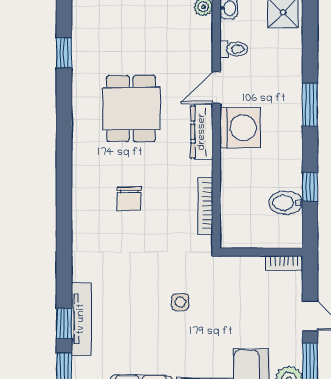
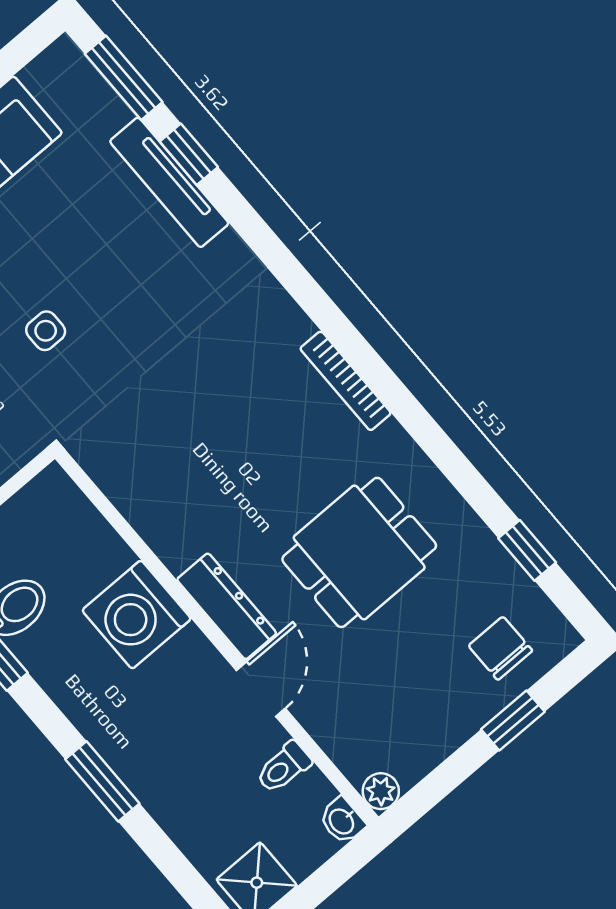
dining table: (131, 109) -> (359, 552), turned 90
washing machine: (240, 128) -> (137, 615), moved
chair: (129, 199) -> (500, 648), moved
bookcase: (205, 206) -> (346, 381), moved, turned 180

